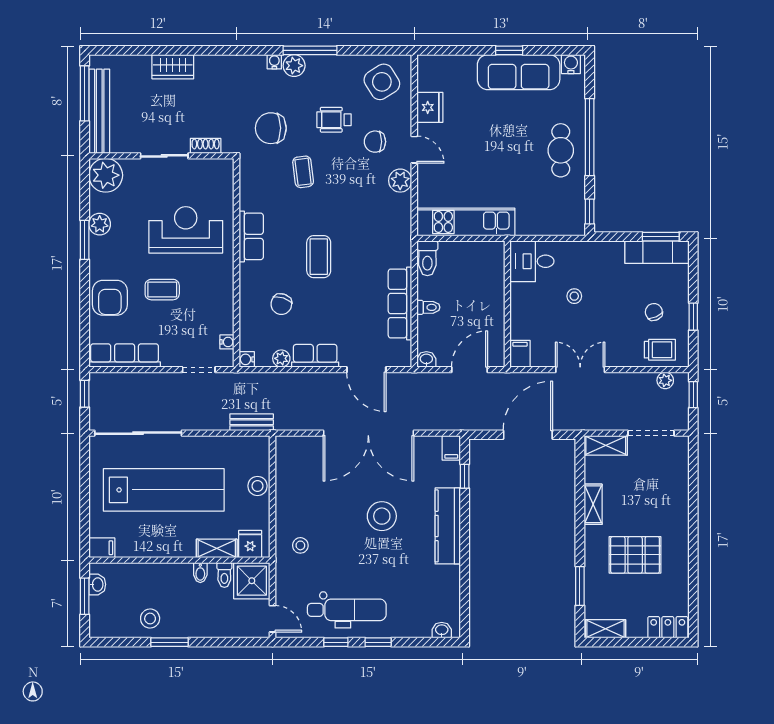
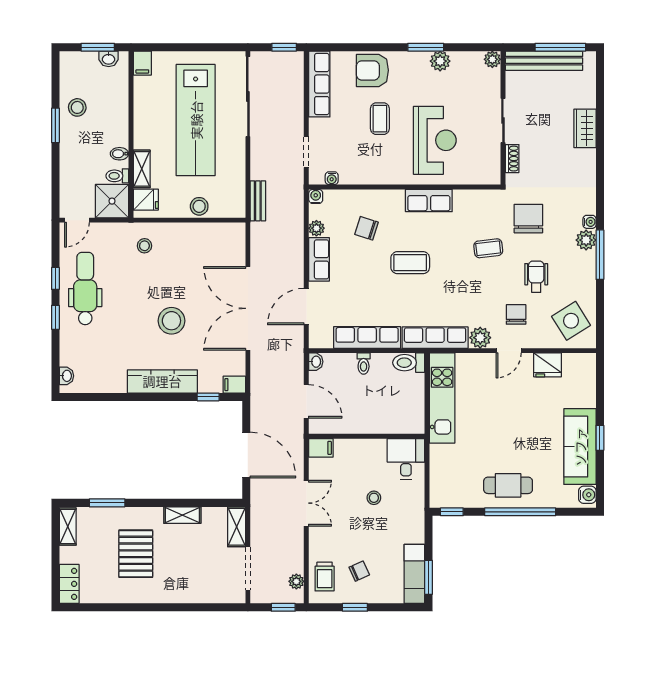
plant: (106, 175) -> (492, 59), width x0.53, depth x0.53
row of seats: (400, 230) -> (435, 338), added
dental chair: (347, 610) -> (85, 289), turned 180

